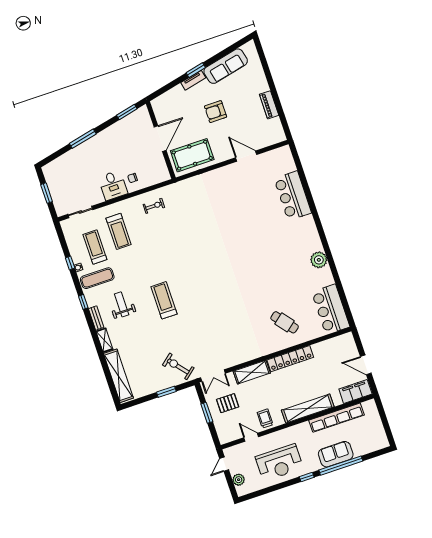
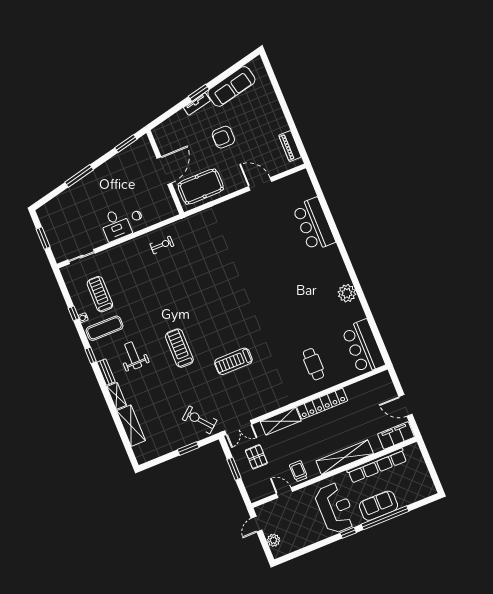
piano: (269, 105) -> (290, 146), moved
treadmill: (119, 231) -> (233, 361), moved, turned 90
cafe table: (285, 322) -> (313, 364), turned 39
shelving: (118, 376) -> (131, 426), width x0.68
pallet: (228, 403) -> (256, 457), turned 90
reception desk: (279, 462) -> (335, 508), moved, turned -90

